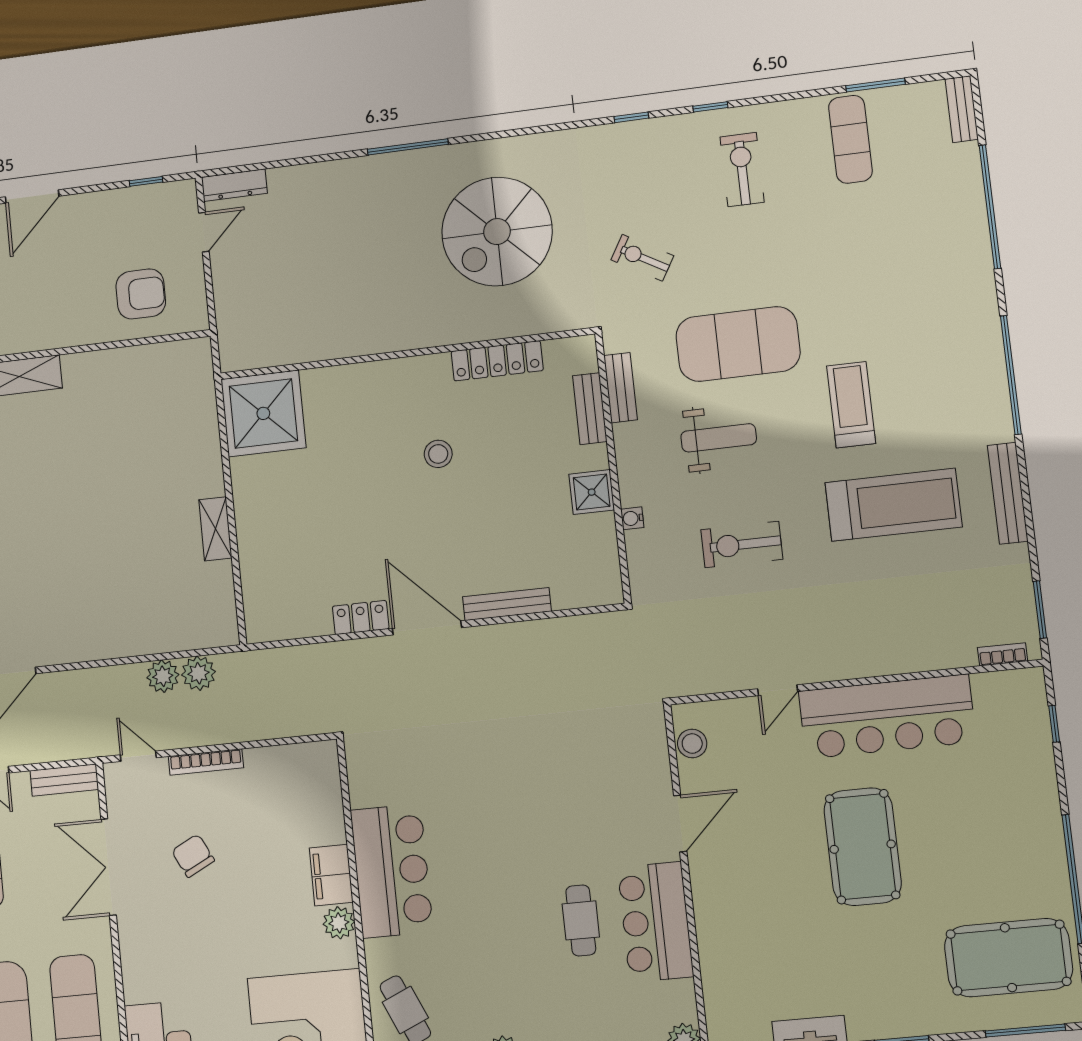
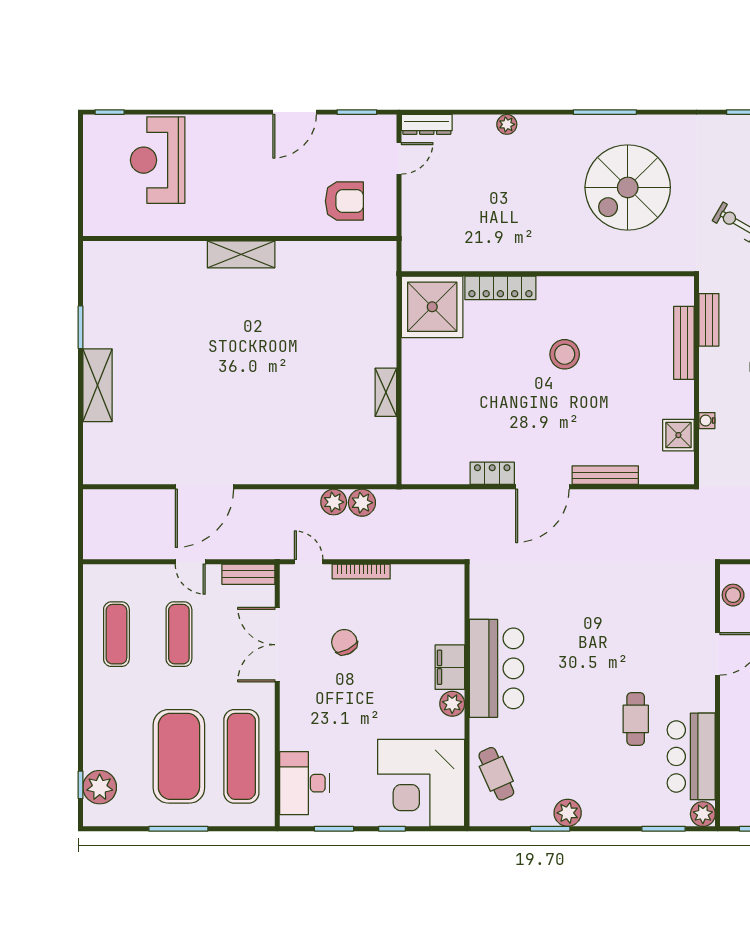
window: (408, 147) -> (605, 112), moved
plant: (335, 172) -> (507, 124), added
window: (146, 181) -> (357, 112), width x1.50
door: (32, 196) -> (295, 112), moved
locker: (497, 361) -> (500, 288), moved
bench: (590, 409) -> (684, 343), width x1.36
stool: (438, 454) -> (565, 354), width x1.38, depth x1.38
shower: (592, 492) -> (678, 435), moved
door: (427, 628) -> (542, 487), swing flipped
bar counter: (656, 922) -> (691, 756), moved

